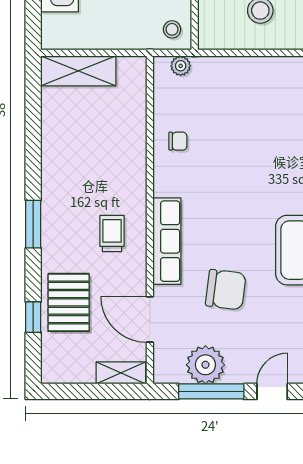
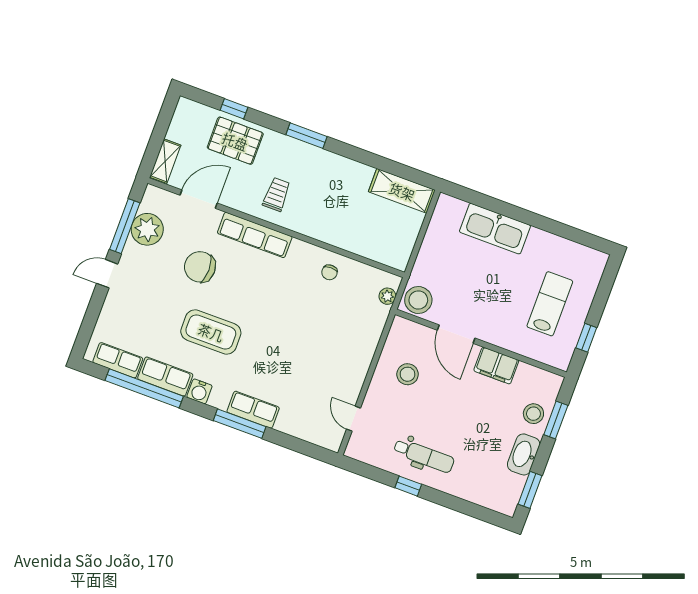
stool: (172, 29) -> (418, 300), width x1.89, depth x1.89
shelving: (78, 71) -> (402, 191), moved, turned 90
trolley: (112, 233) -> (277, 194), turned -90
chair: (226, 290) -> (200, 267), turned 83
door: (272, 391) -> (107, 274), swing flipped

